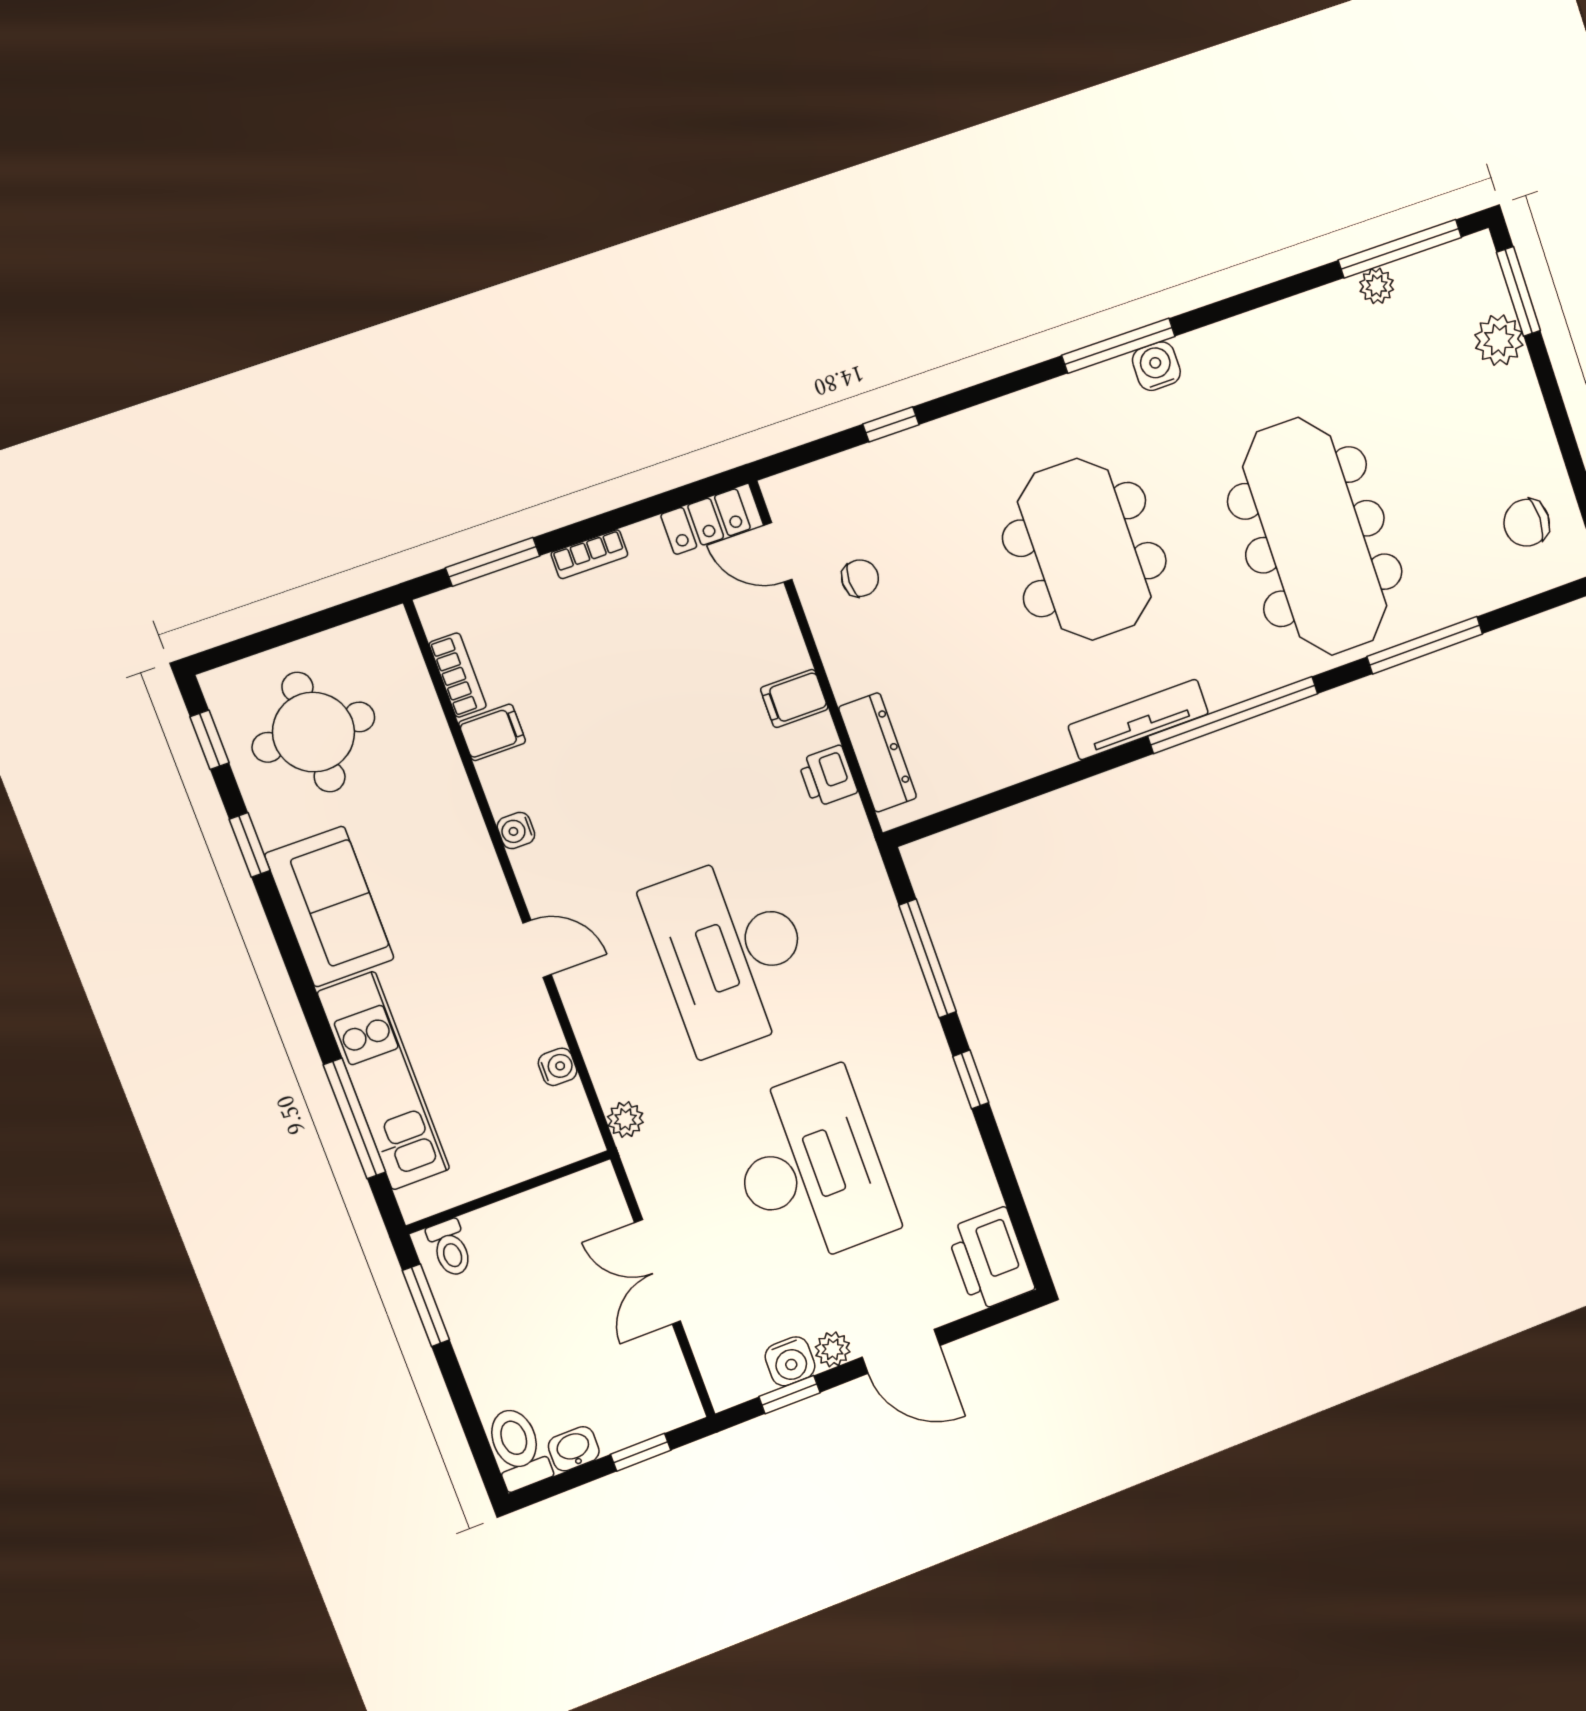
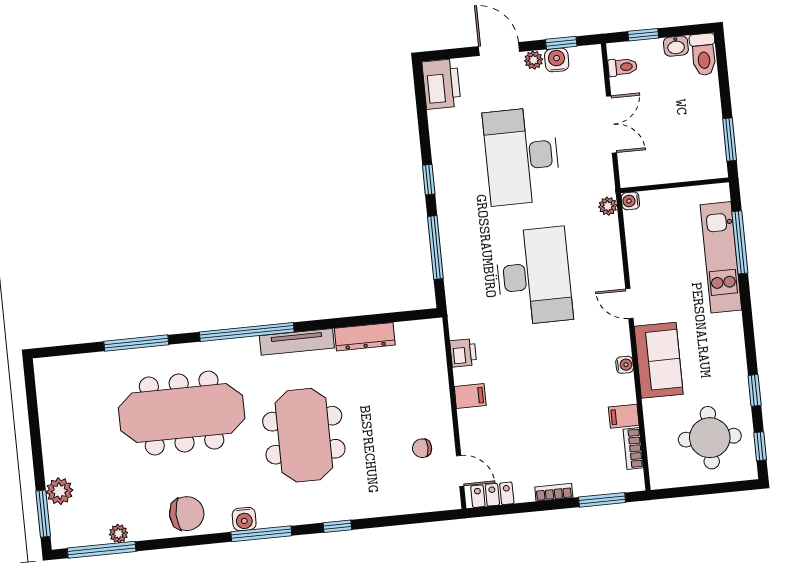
window: (891, 424) -> (337, 526), moved
chair: (1527, 523) -> (187, 514), moved, width x1.37, depth x1.37
meeting table: (1315, 537) -> (182, 413), turned 90
dresser: (878, 752) -> (365, 337), moved, turned -90
sofa: (329, 907) -> (659, 360), moved, turned 180
water cooler: (558, 1067) -> (630, 201), moved
toilet: (450, 1248) -> (622, 67), moved, turned 90

